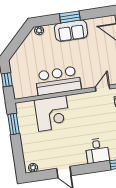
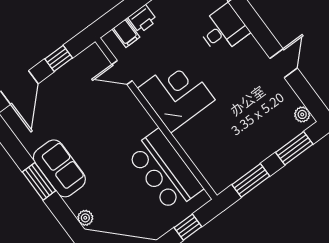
bar counter: (58, 81) -> (165, 171), moved
corner desk: (52, 113) -> (176, 94), moved
window: (18, 155) -> (294, 148), added

